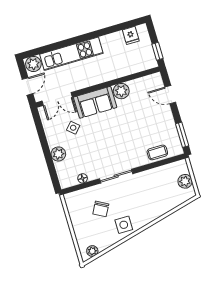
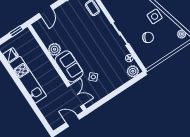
kitchen unit: (71, 54) -> (28, 80), moved
plant: (33, 64) -> (55, 122), removed
plant: (58, 154) -> (133, 71), moved

